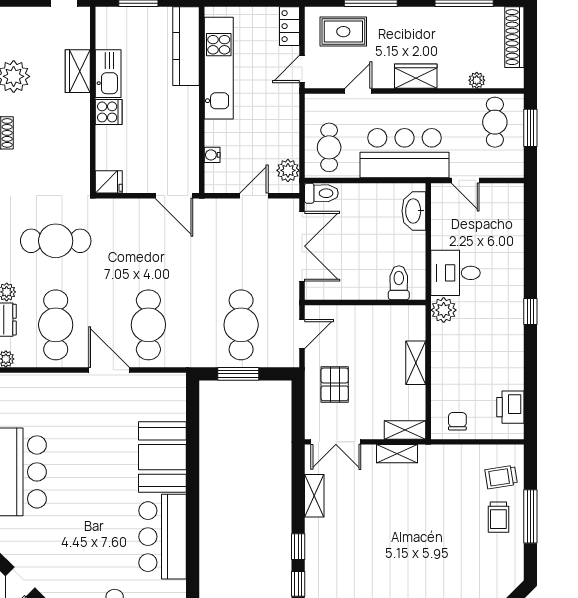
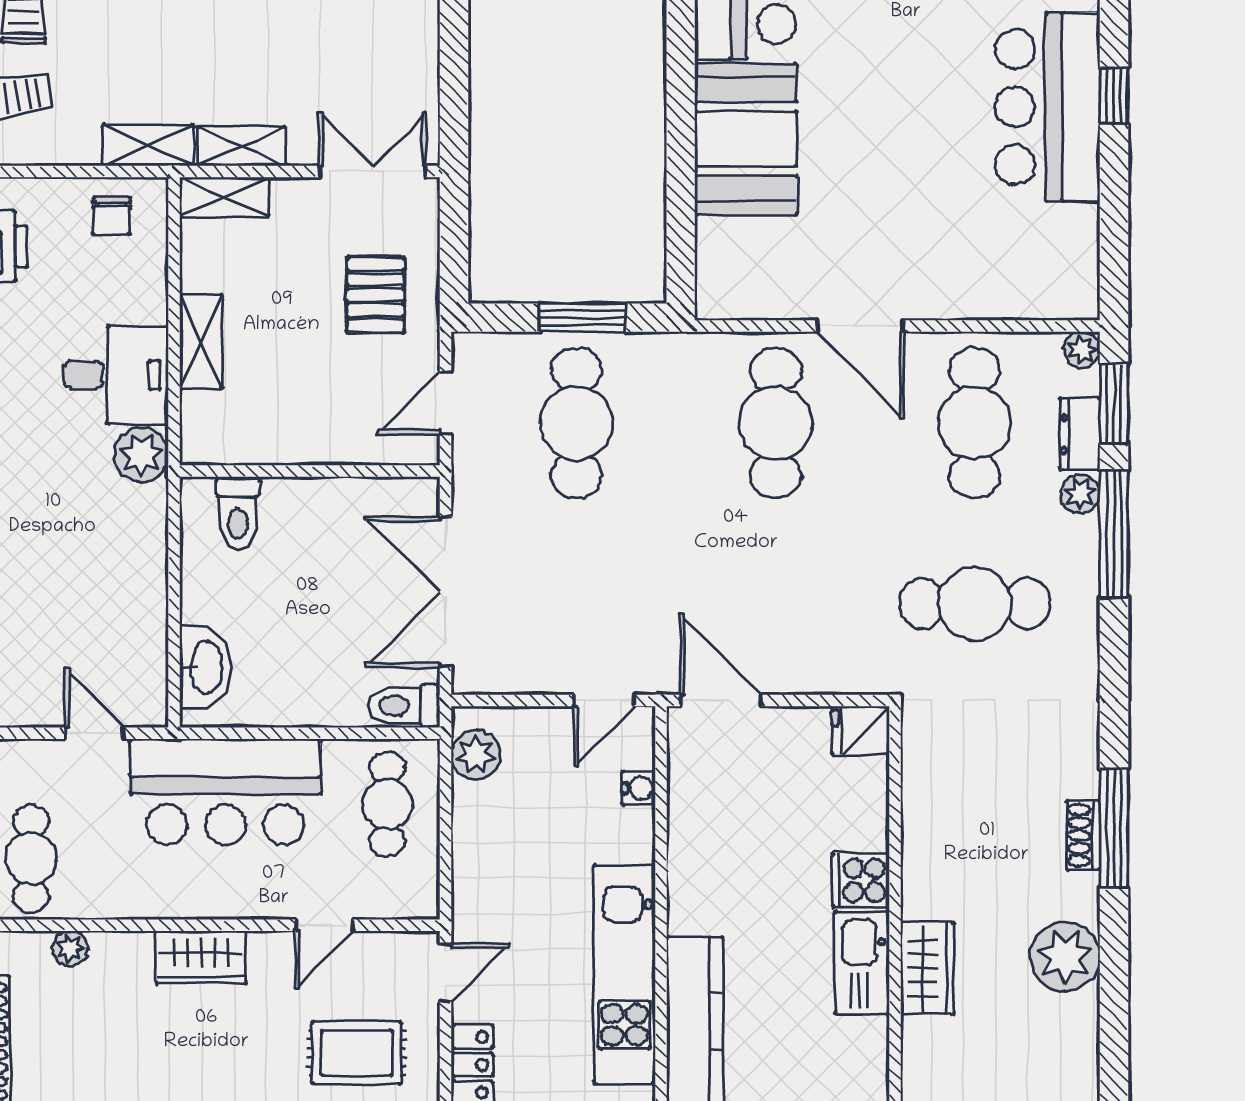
door: (254, 196) -> (604, 700), moved
desk: (456, 273) -> (116, 375), moved
shelving: (314, 496) -> (148, 145), moved, turned 90

